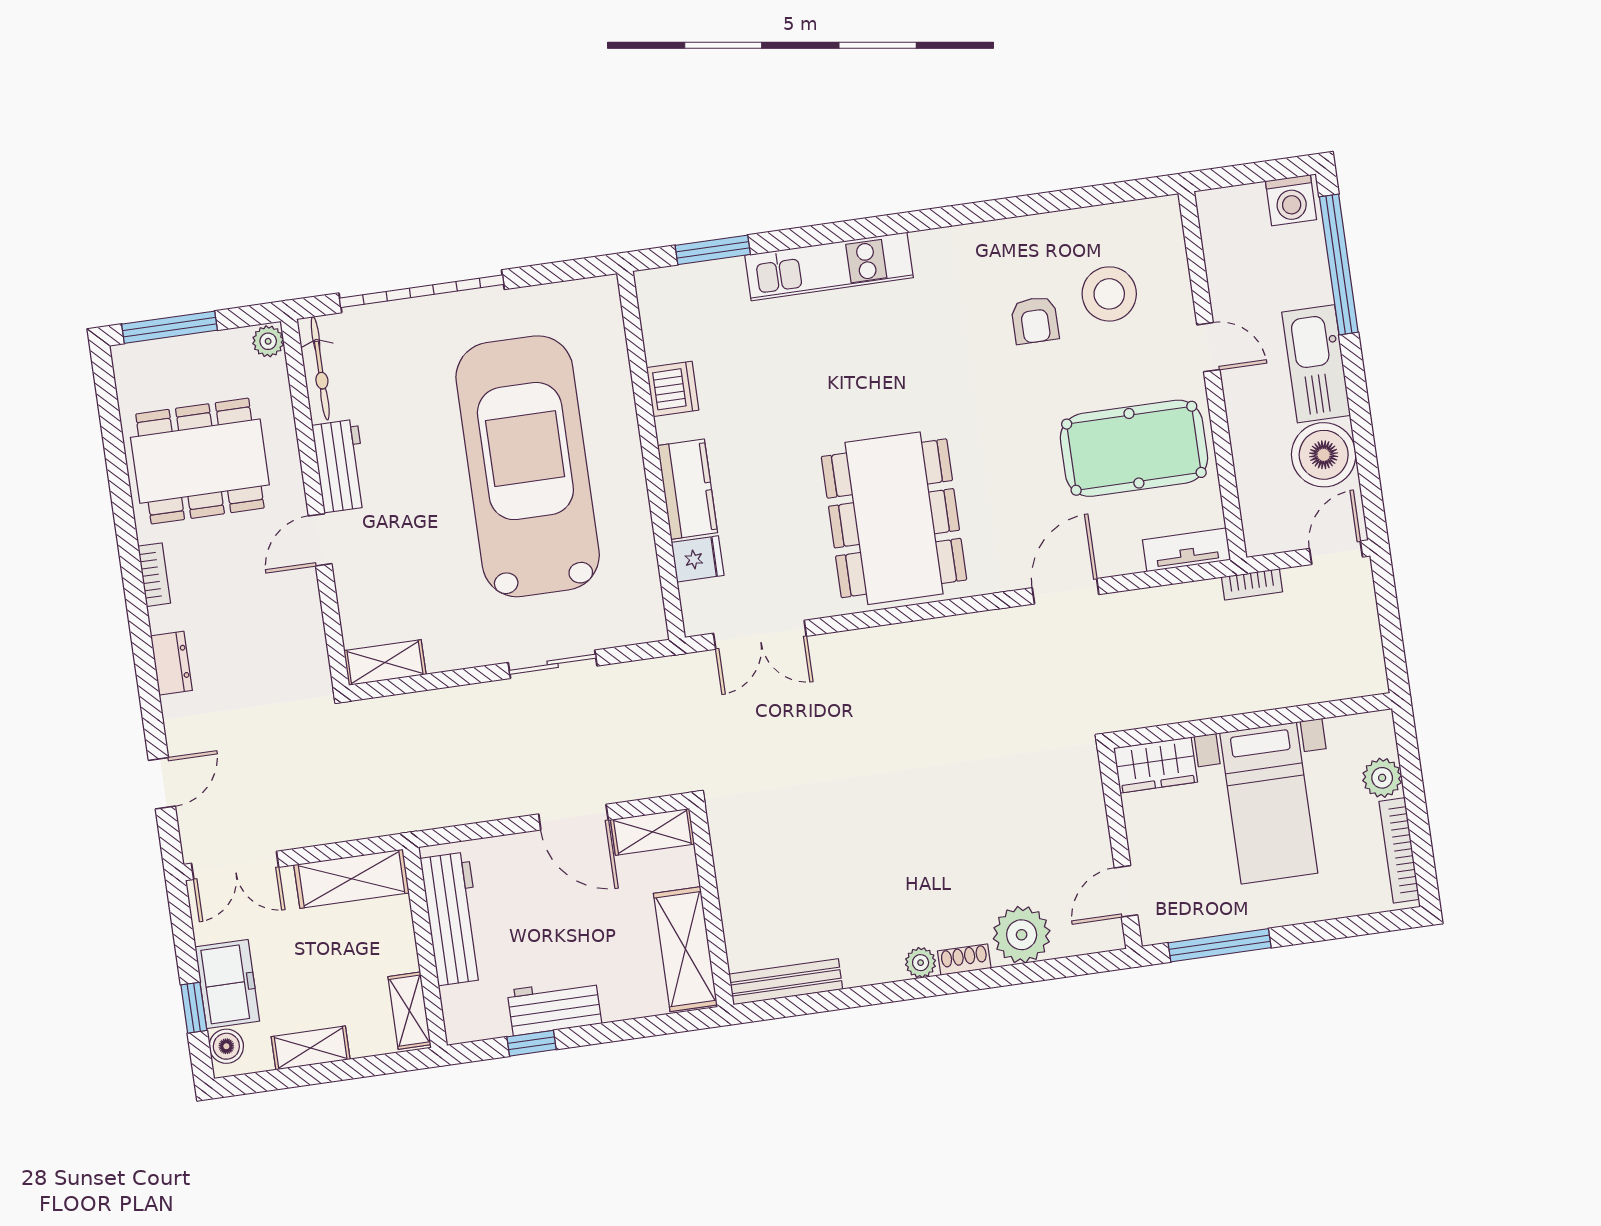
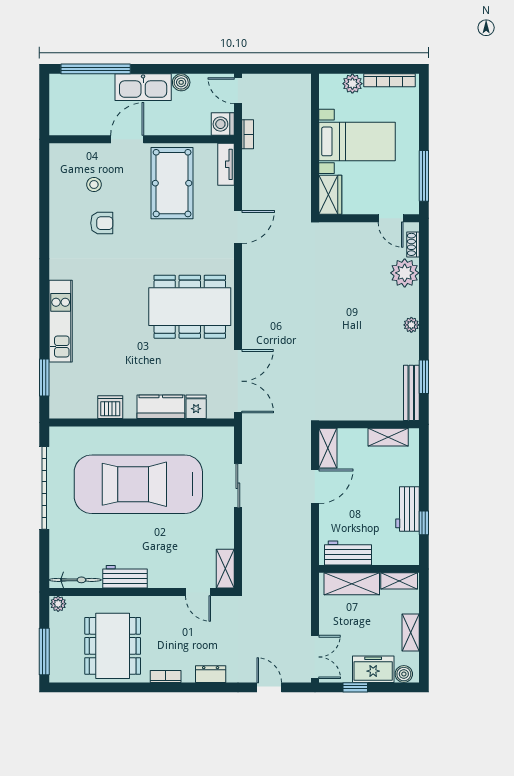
washing machine: (1291, 200) -> (223, 124), moved, turned 180
garage door: (422, 291) -> (44, 488), moved
stool: (1109, 294) -> (94, 185), width x0.53, depth x0.53
door: (1208, 347) -> (127, 139), width x1.38
boiler: (1324, 455) -> (181, 82), width x0.54, depth x0.54
door: (320, 540) -> (198, 592), moved
door: (1066, 591) -> (238, 227), swing flipped
double door: (760, 635) -> (238, 381), width x1.37
shelving: (352, 879) -> (352, 584), moved, turned 90
workbench: (453, 919) -> (348, 553), width x0.73
shelving: (685, 949) -> (388, 437), width x0.67, depth x0.75
shoe rack: (964, 959) -> (413, 244), moved
window: (821, 1002) -> (424, 377), added
window: (194, 1008) -> (355, 687), moved

